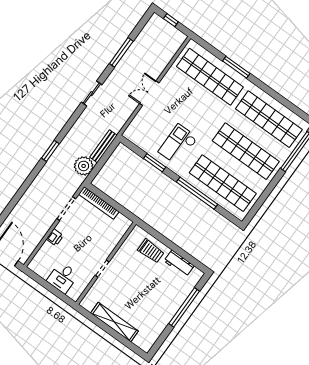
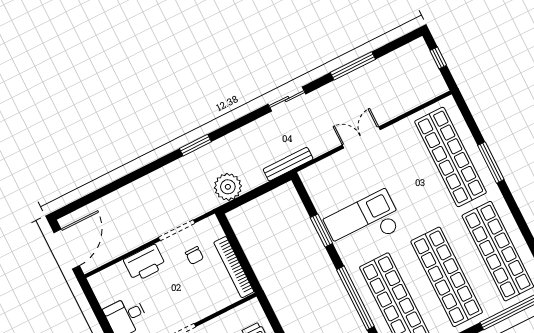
checkout: (178, 145) -> (364, 223), width x1.36, depth x1.21
bench: (103, 146) -> (288, 164), moved
bookcase: (99, 203) -> (234, 267), moved
chair: (85, 219) -> (194, 255), added
printer: (55, 237) -> (145, 263), width x1.87, depth x1.48

